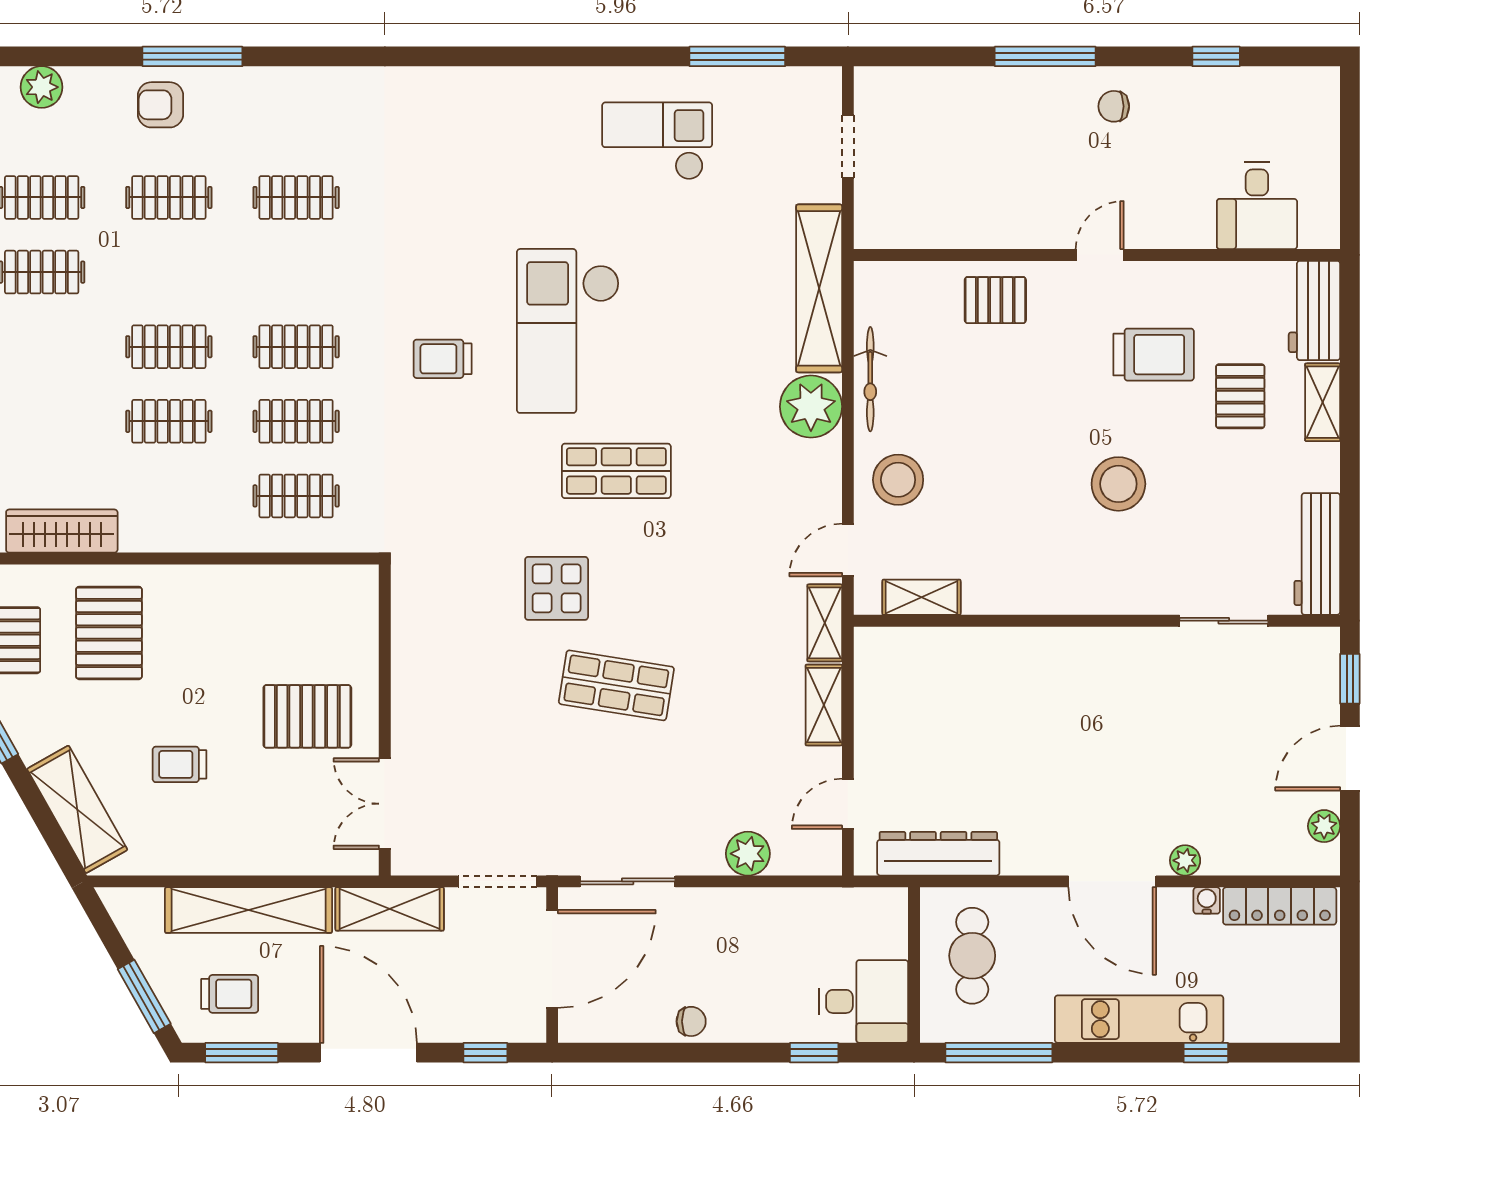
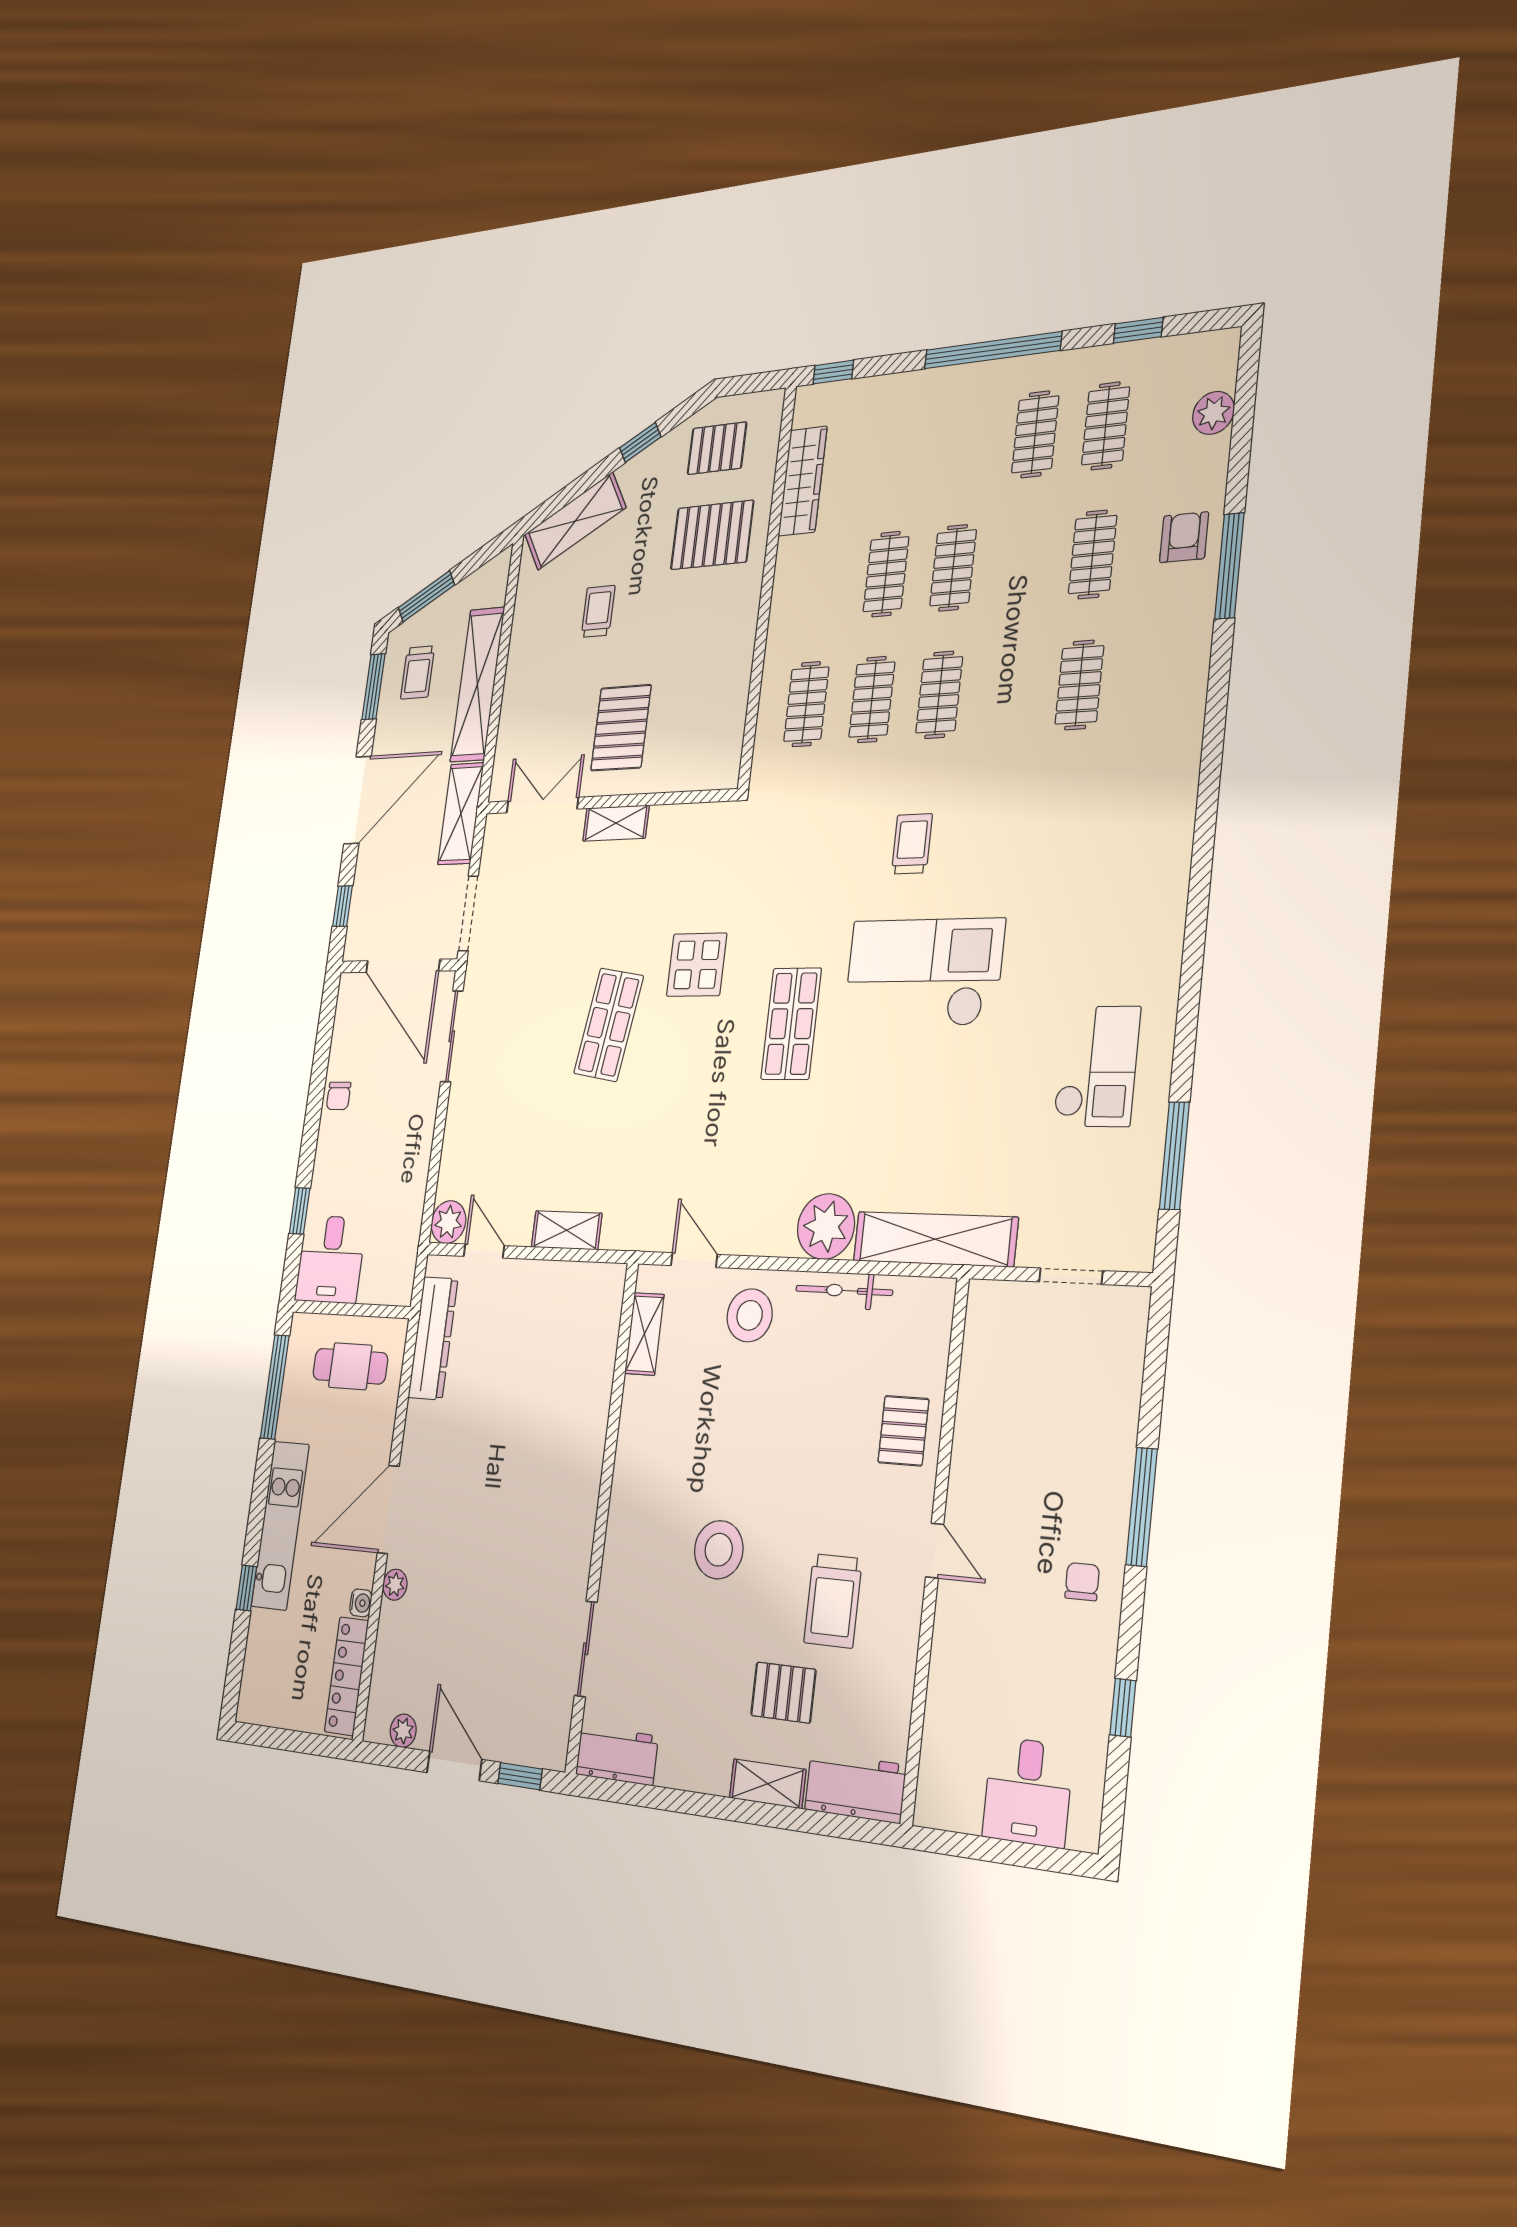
desk: (1257, 206) -> (1028, 1792), moved, turned -90
workbench: (1317, 554) -> (617, 1755), width x0.73
shelving: (825, 623) -> (616, 823), moved
plant: (748, 854) -> (448, 1222), moved

